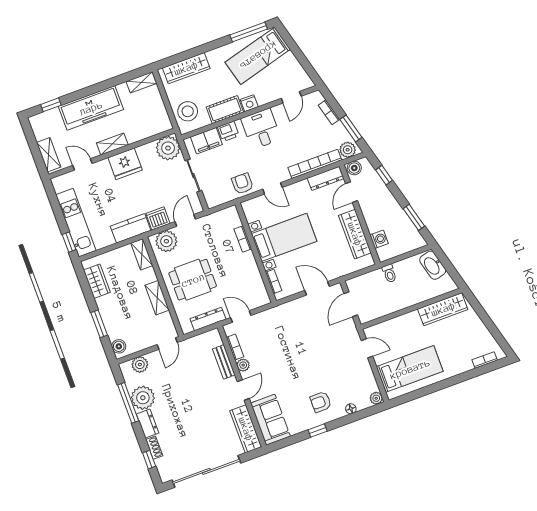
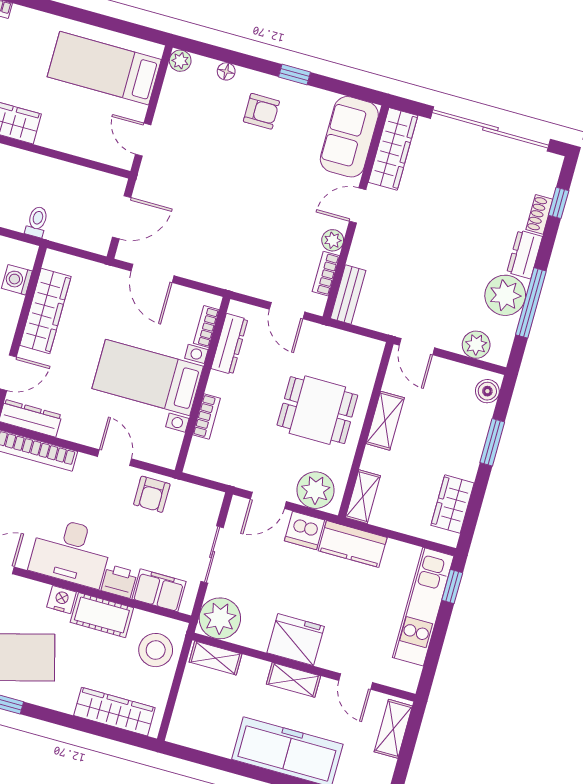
shelving: (141, 82) -> (215, 658), moved
desk: (261, 129) -> (71, 552), width x1.37
dresser: (208, 319) -> (229, 344), moved, turned -90
door: (167, 343) -> (417, 347), swing flipped
bench: (224, 362) -> (348, 294), moved

